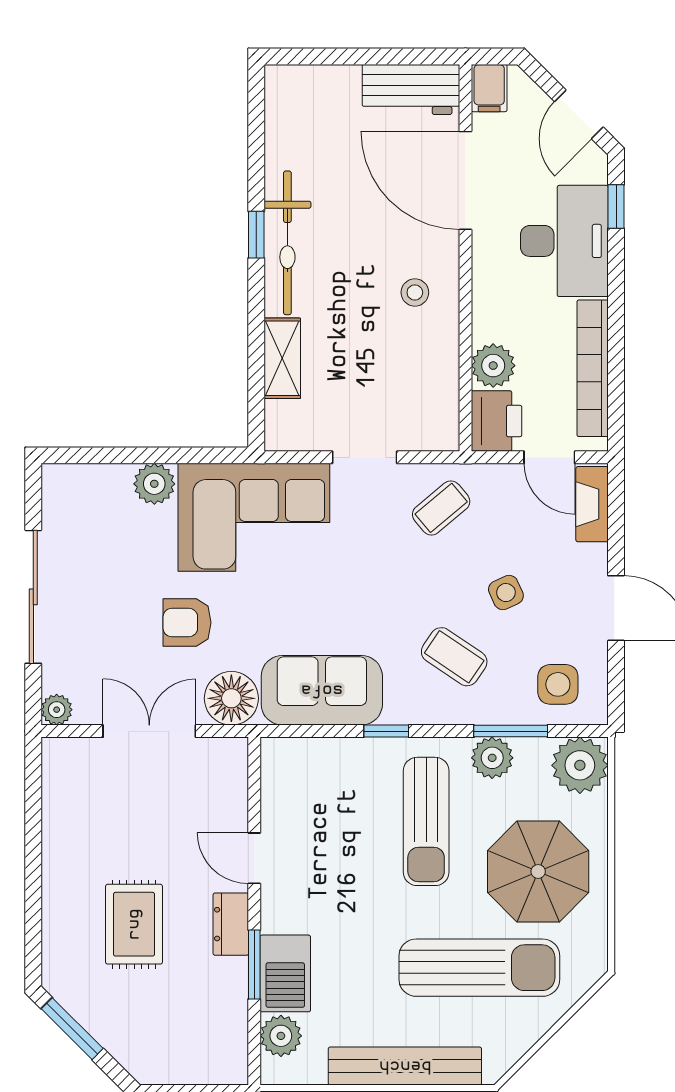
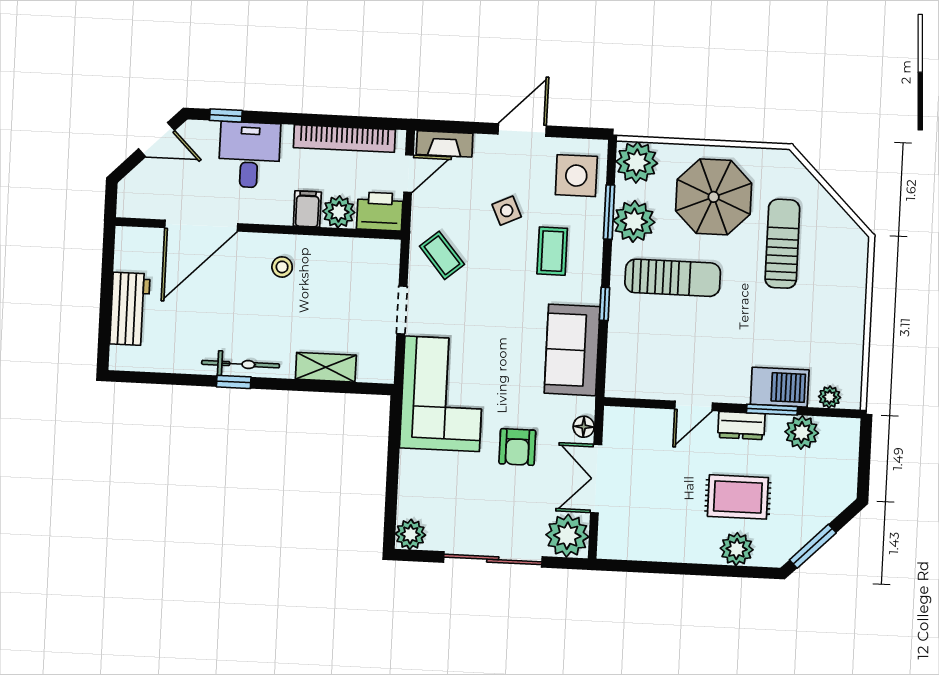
filing cabinet: (489, 88) -> (307, 209), moved, turned -90
workbench: (411, 89) -> (130, 309), moved
desk: (564, 241) -> (249, 155), width x0.73
bicycle: (287, 243) -> (241, 364), width x0.73, depth x0.71
plant: (154, 484) -> (410, 534), moved
coffee table: (454, 657) -> (552, 251), turned -34
side table: (558, 684) -> (576, 176), width x1.37, depth x1.37
floor lamp: (231, 698) -> (584, 427), width x0.53, depth x0.53
plant: (57, 710) -> (567, 536), width x1.88, depth x1.88
plant: (492, 758) -> (634, 221), width x1.36, depth x1.36
plant: (63, 926) -> (737, 549), added
sun lounger: (479, 968) -> (782, 244), width x0.73, depth x0.75
plant: (226, 1006) -> (802, 432), added
plant: (281, 1036) -> (830, 397), width x0.73, depth x0.73
bench: (405, 1066) -> (852, 302), removed

